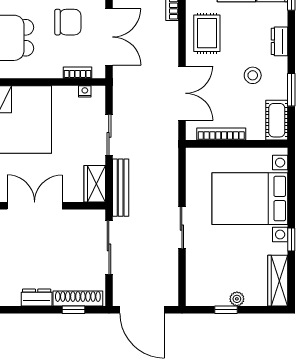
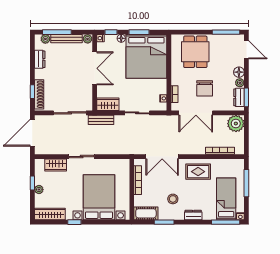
bench: (121, 188) -> (101, 120), width x0.73
wardrobe: (196, 271) -> (56, 165), added
dresser: (37, 298) -> (40, 59), moved

